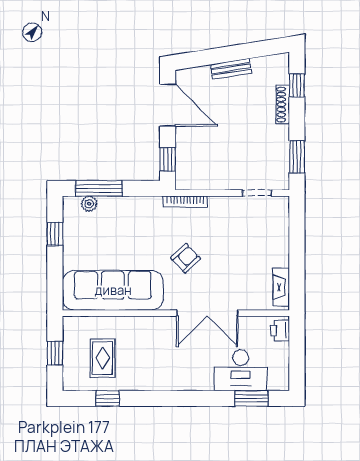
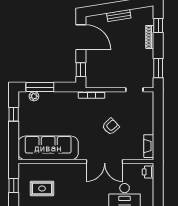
armchair: (186, 258) -> (111, 126), moved
rug: (102, 358) -> (42, 188), turned 90

